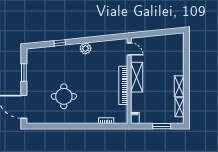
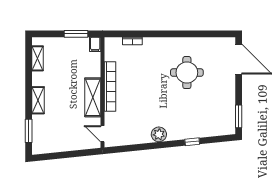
window: (186, 51) -> (29, 131), added
window: (24, 73) -> (239, 116), moved
shelving: (179, 86) -> (38, 100), moved
window: (162, 126) -> (76, 34), moved

